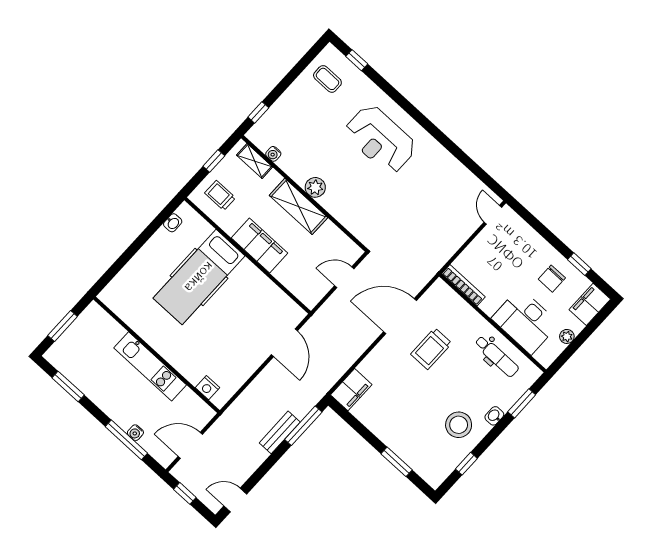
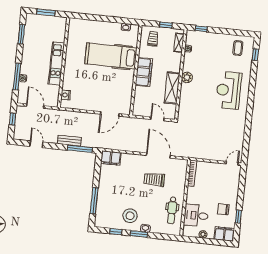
shelving: (299, 206) -> (172, 88), moved
desk: (525, 321) -> (196, 215), width x0.73
window: (522, 403) -> (139, 234), moved
window: (397, 462) -> (94, 201), width x1.44
door: (235, 500) -> (36, 144), moved

